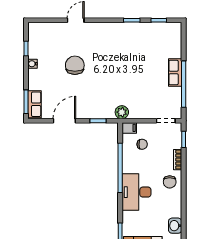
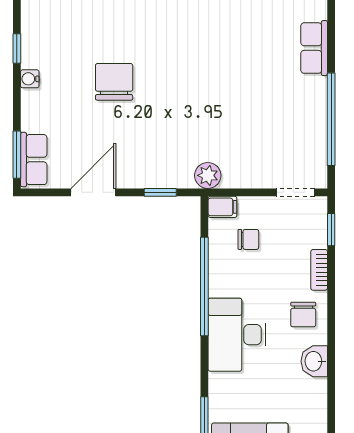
row of seats: (175, 73) -> (314, 48), moved
washbasin: (175, 226) -> (314, 361), moved

